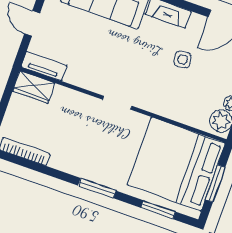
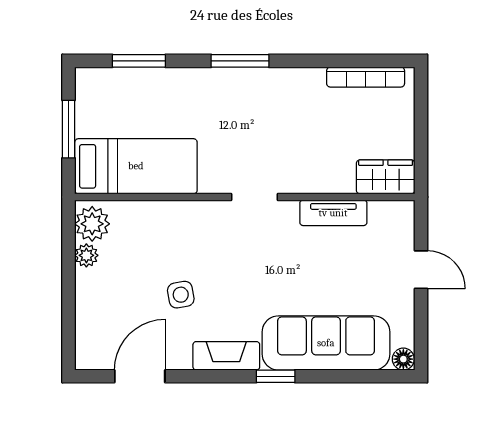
tv unit: (44, 66) -> (333, 213), moved
bed: (176, 164) -> (136, 166), width x0.49

